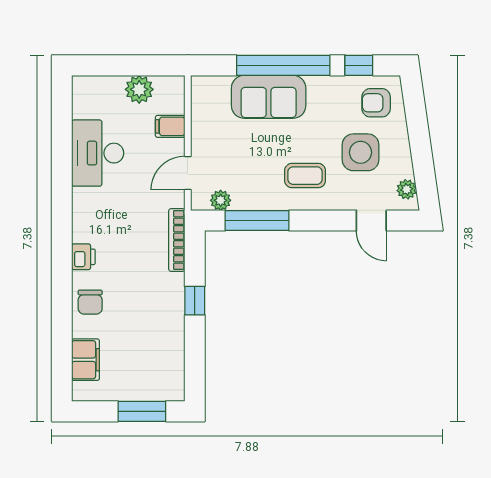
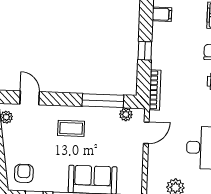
armchair: (376, 103) -> (24, 173), turned -90
filing cabinet: (170, 126) -> (162, 14), moved
side table: (361, 152) -> (35, 142), removed

